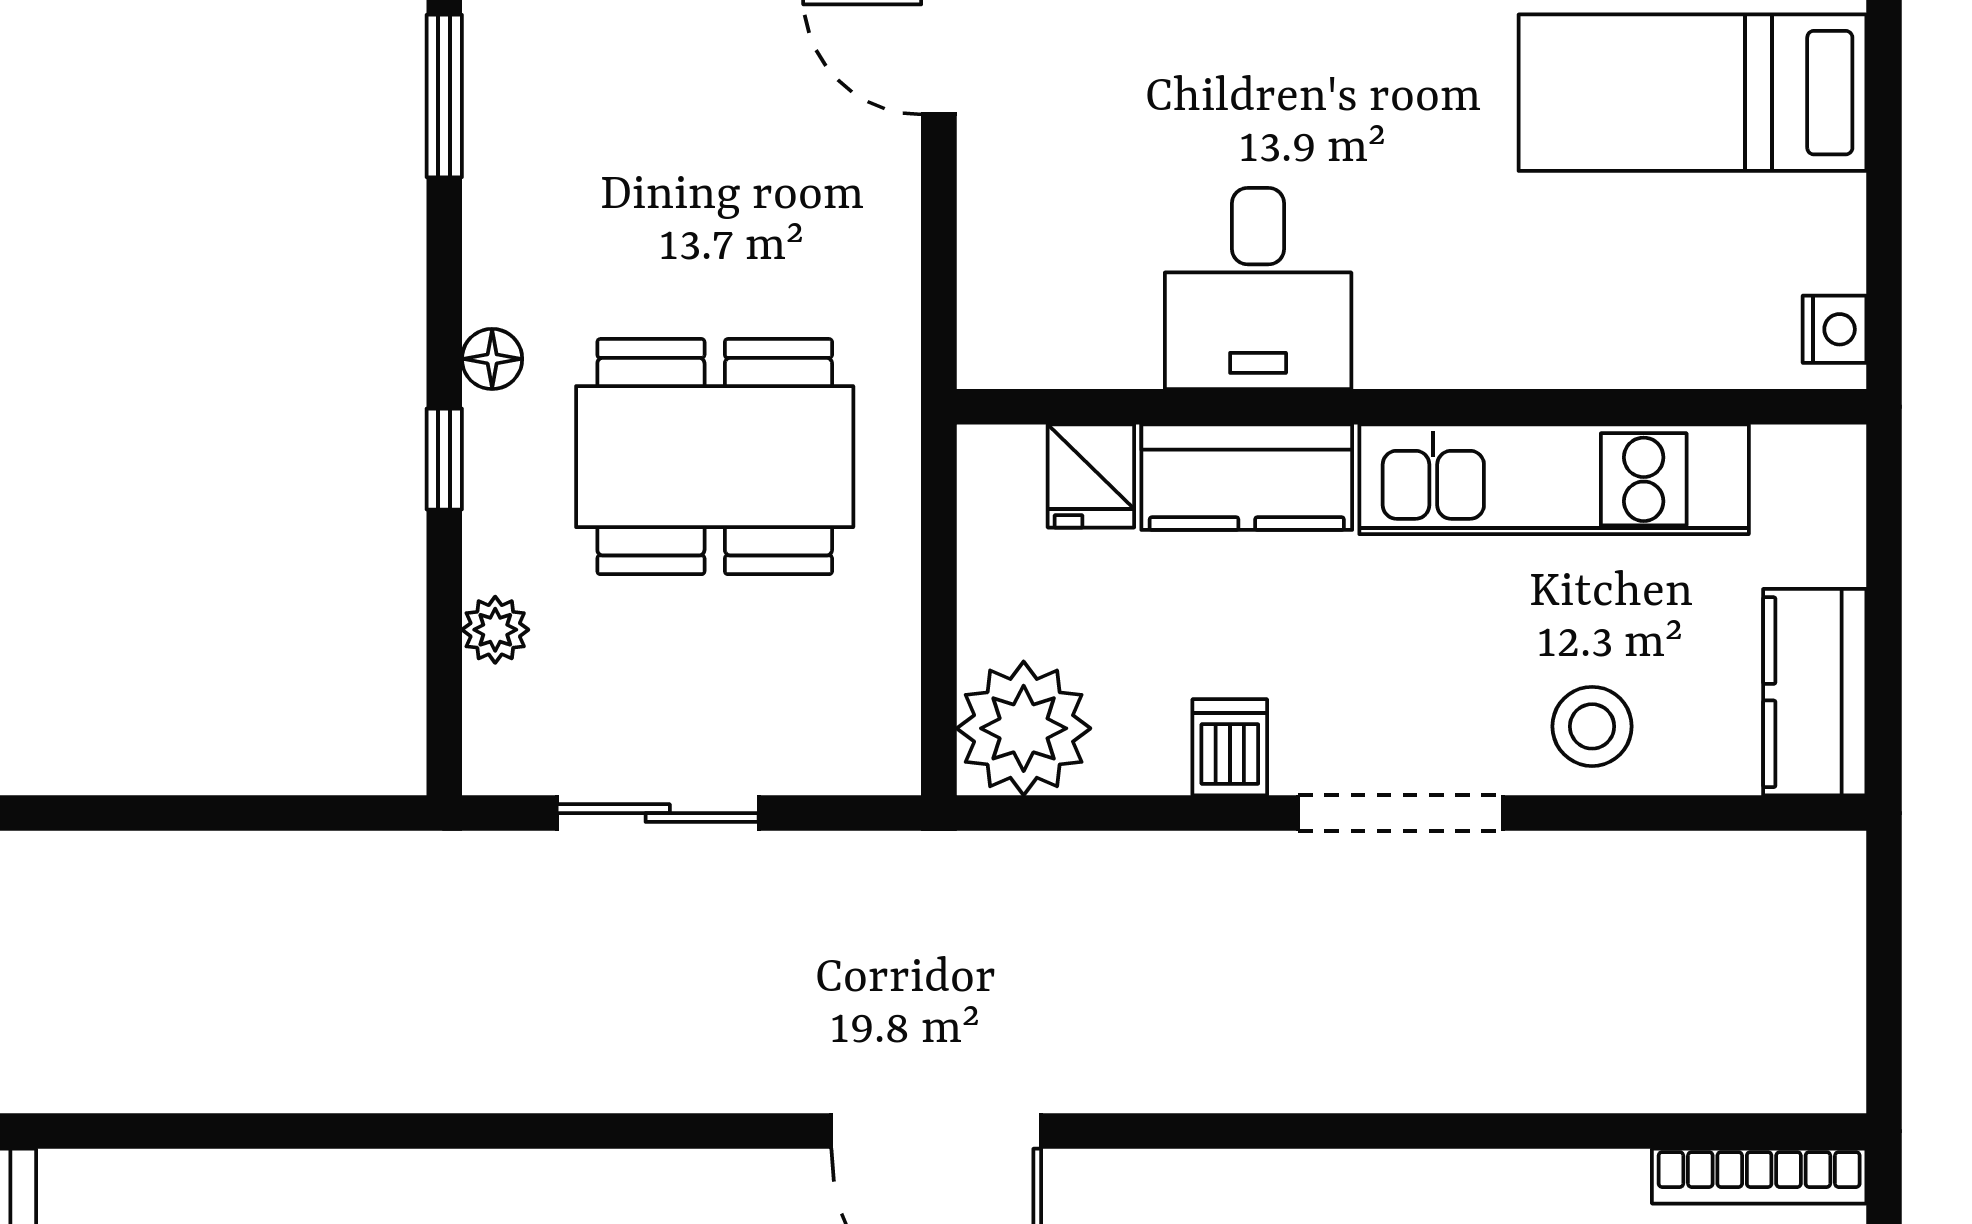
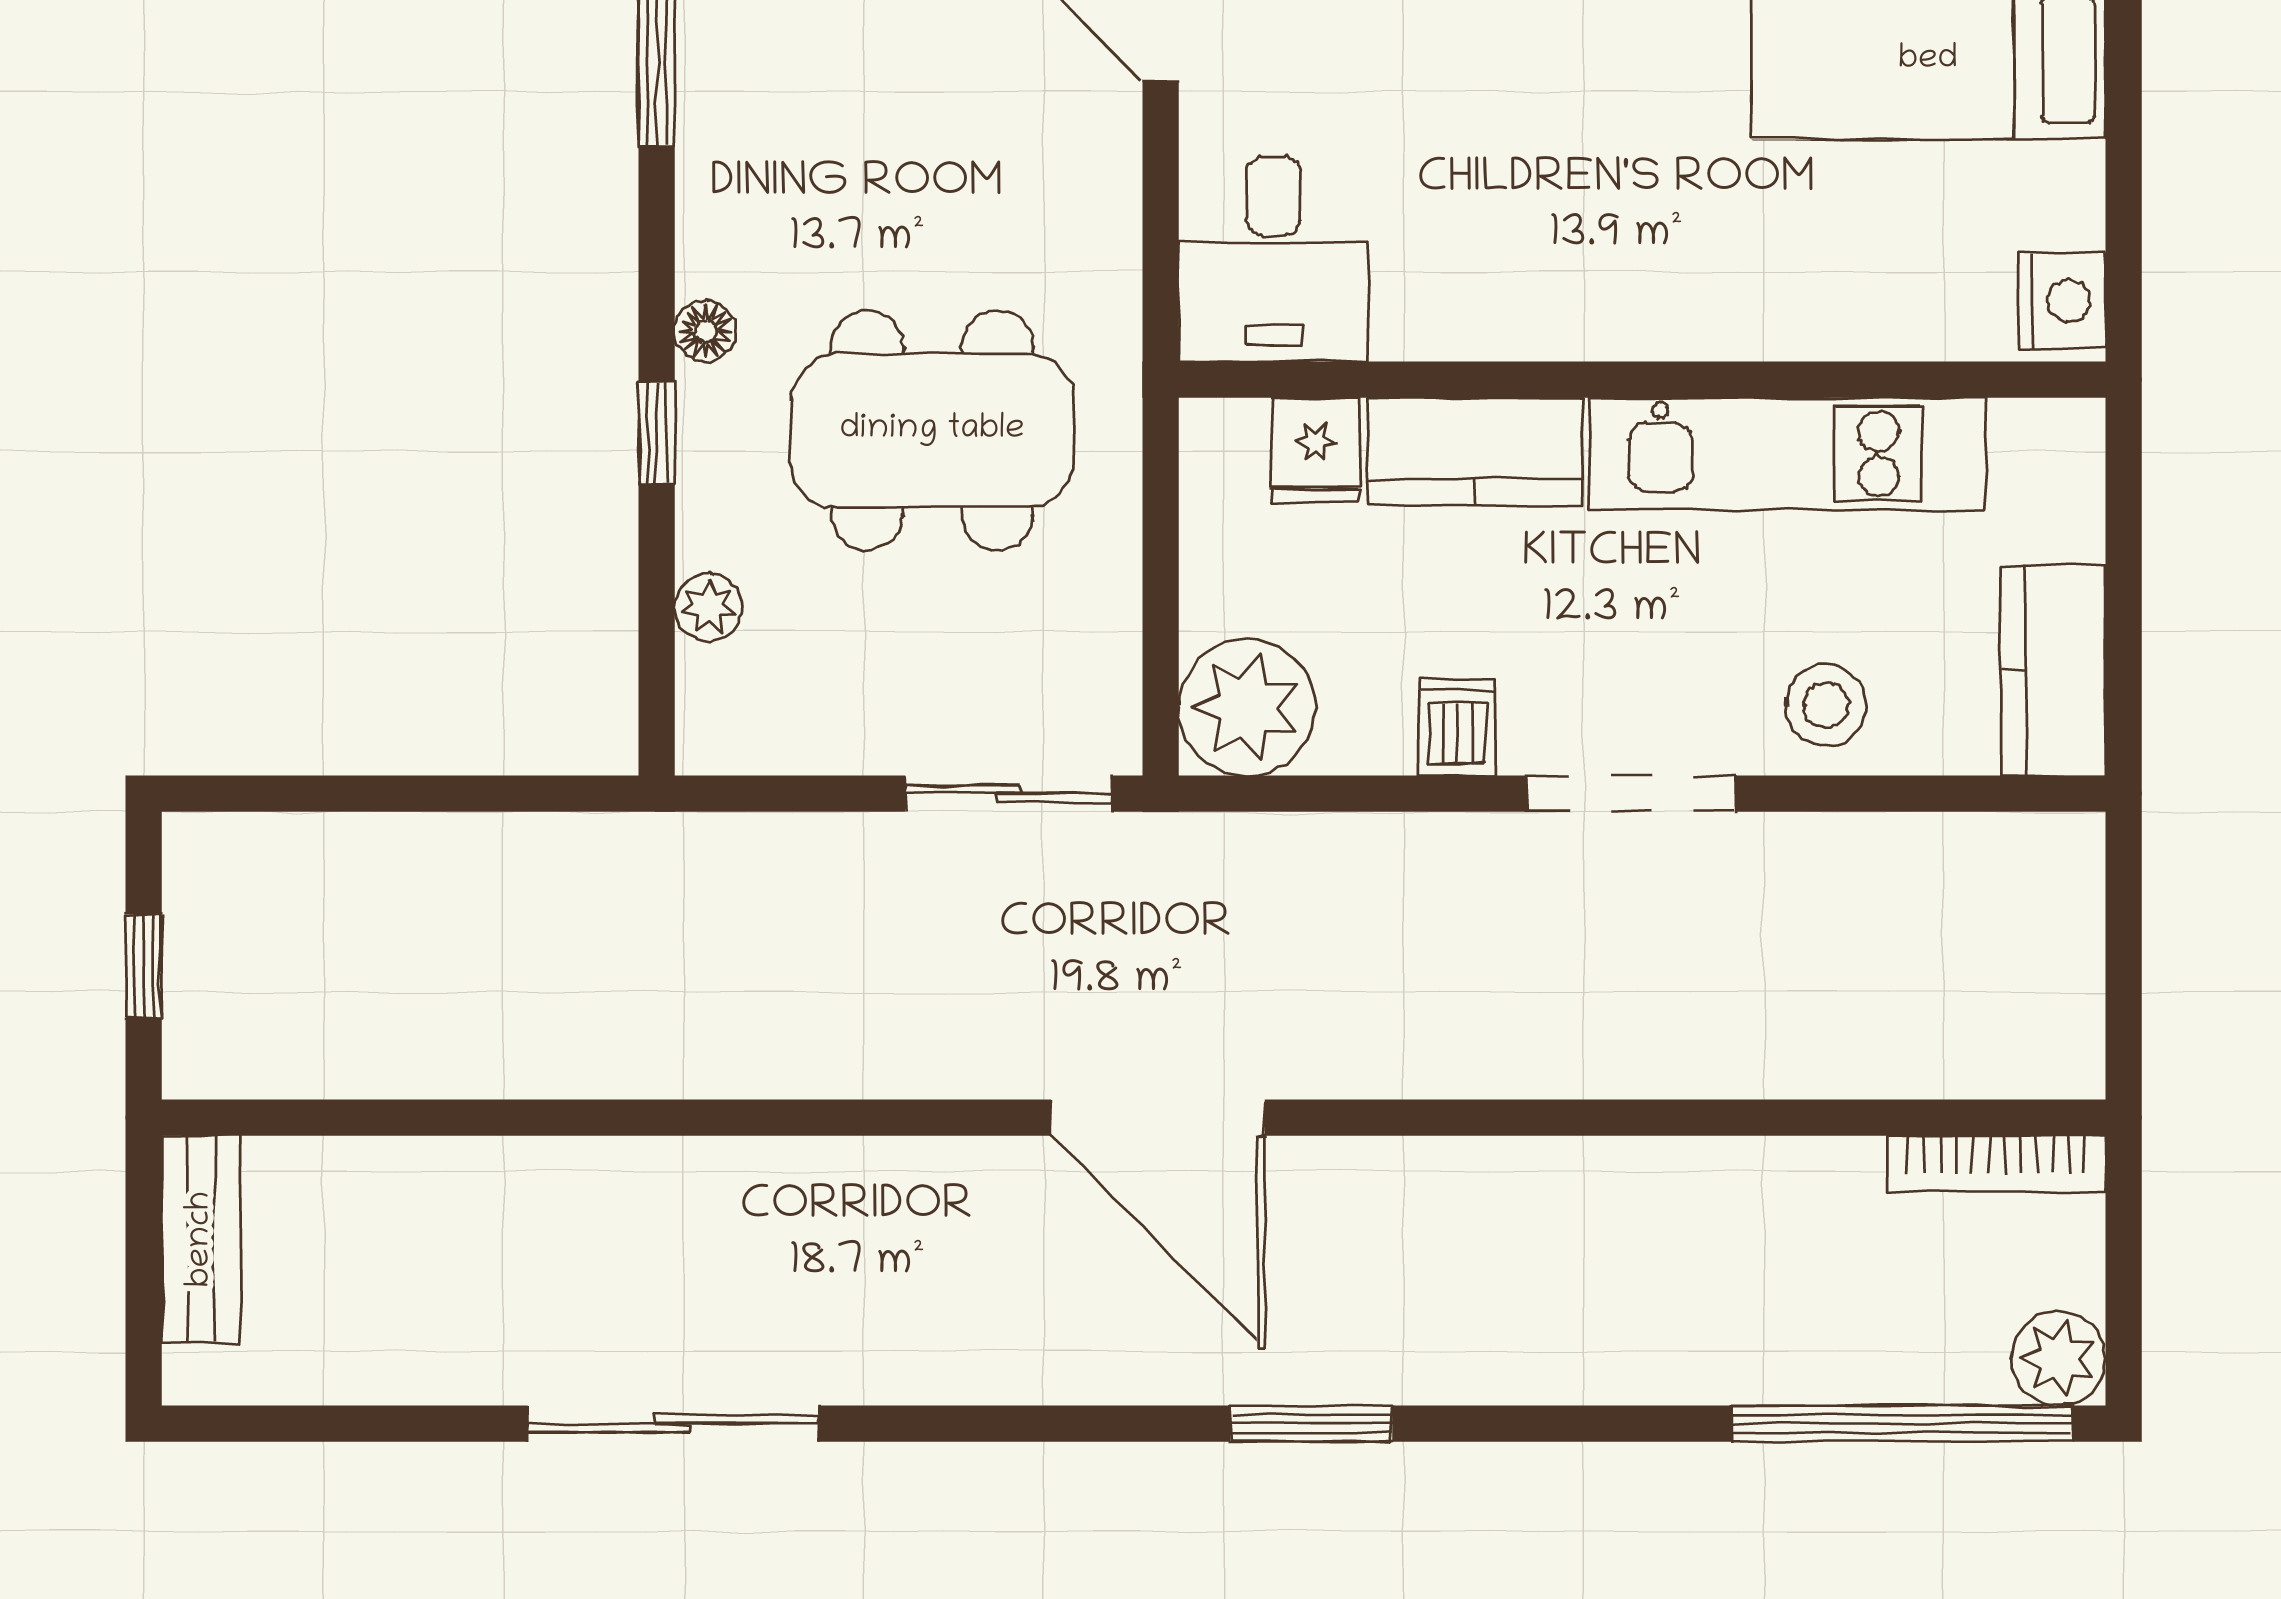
desk: (1258, 288) -> (1274, 259), moved
nightstand: (1834, 329) -> (2062, 301), width x1.39, depth x1.35
sliding door: (658, 813) -> (1008, 794), moved

